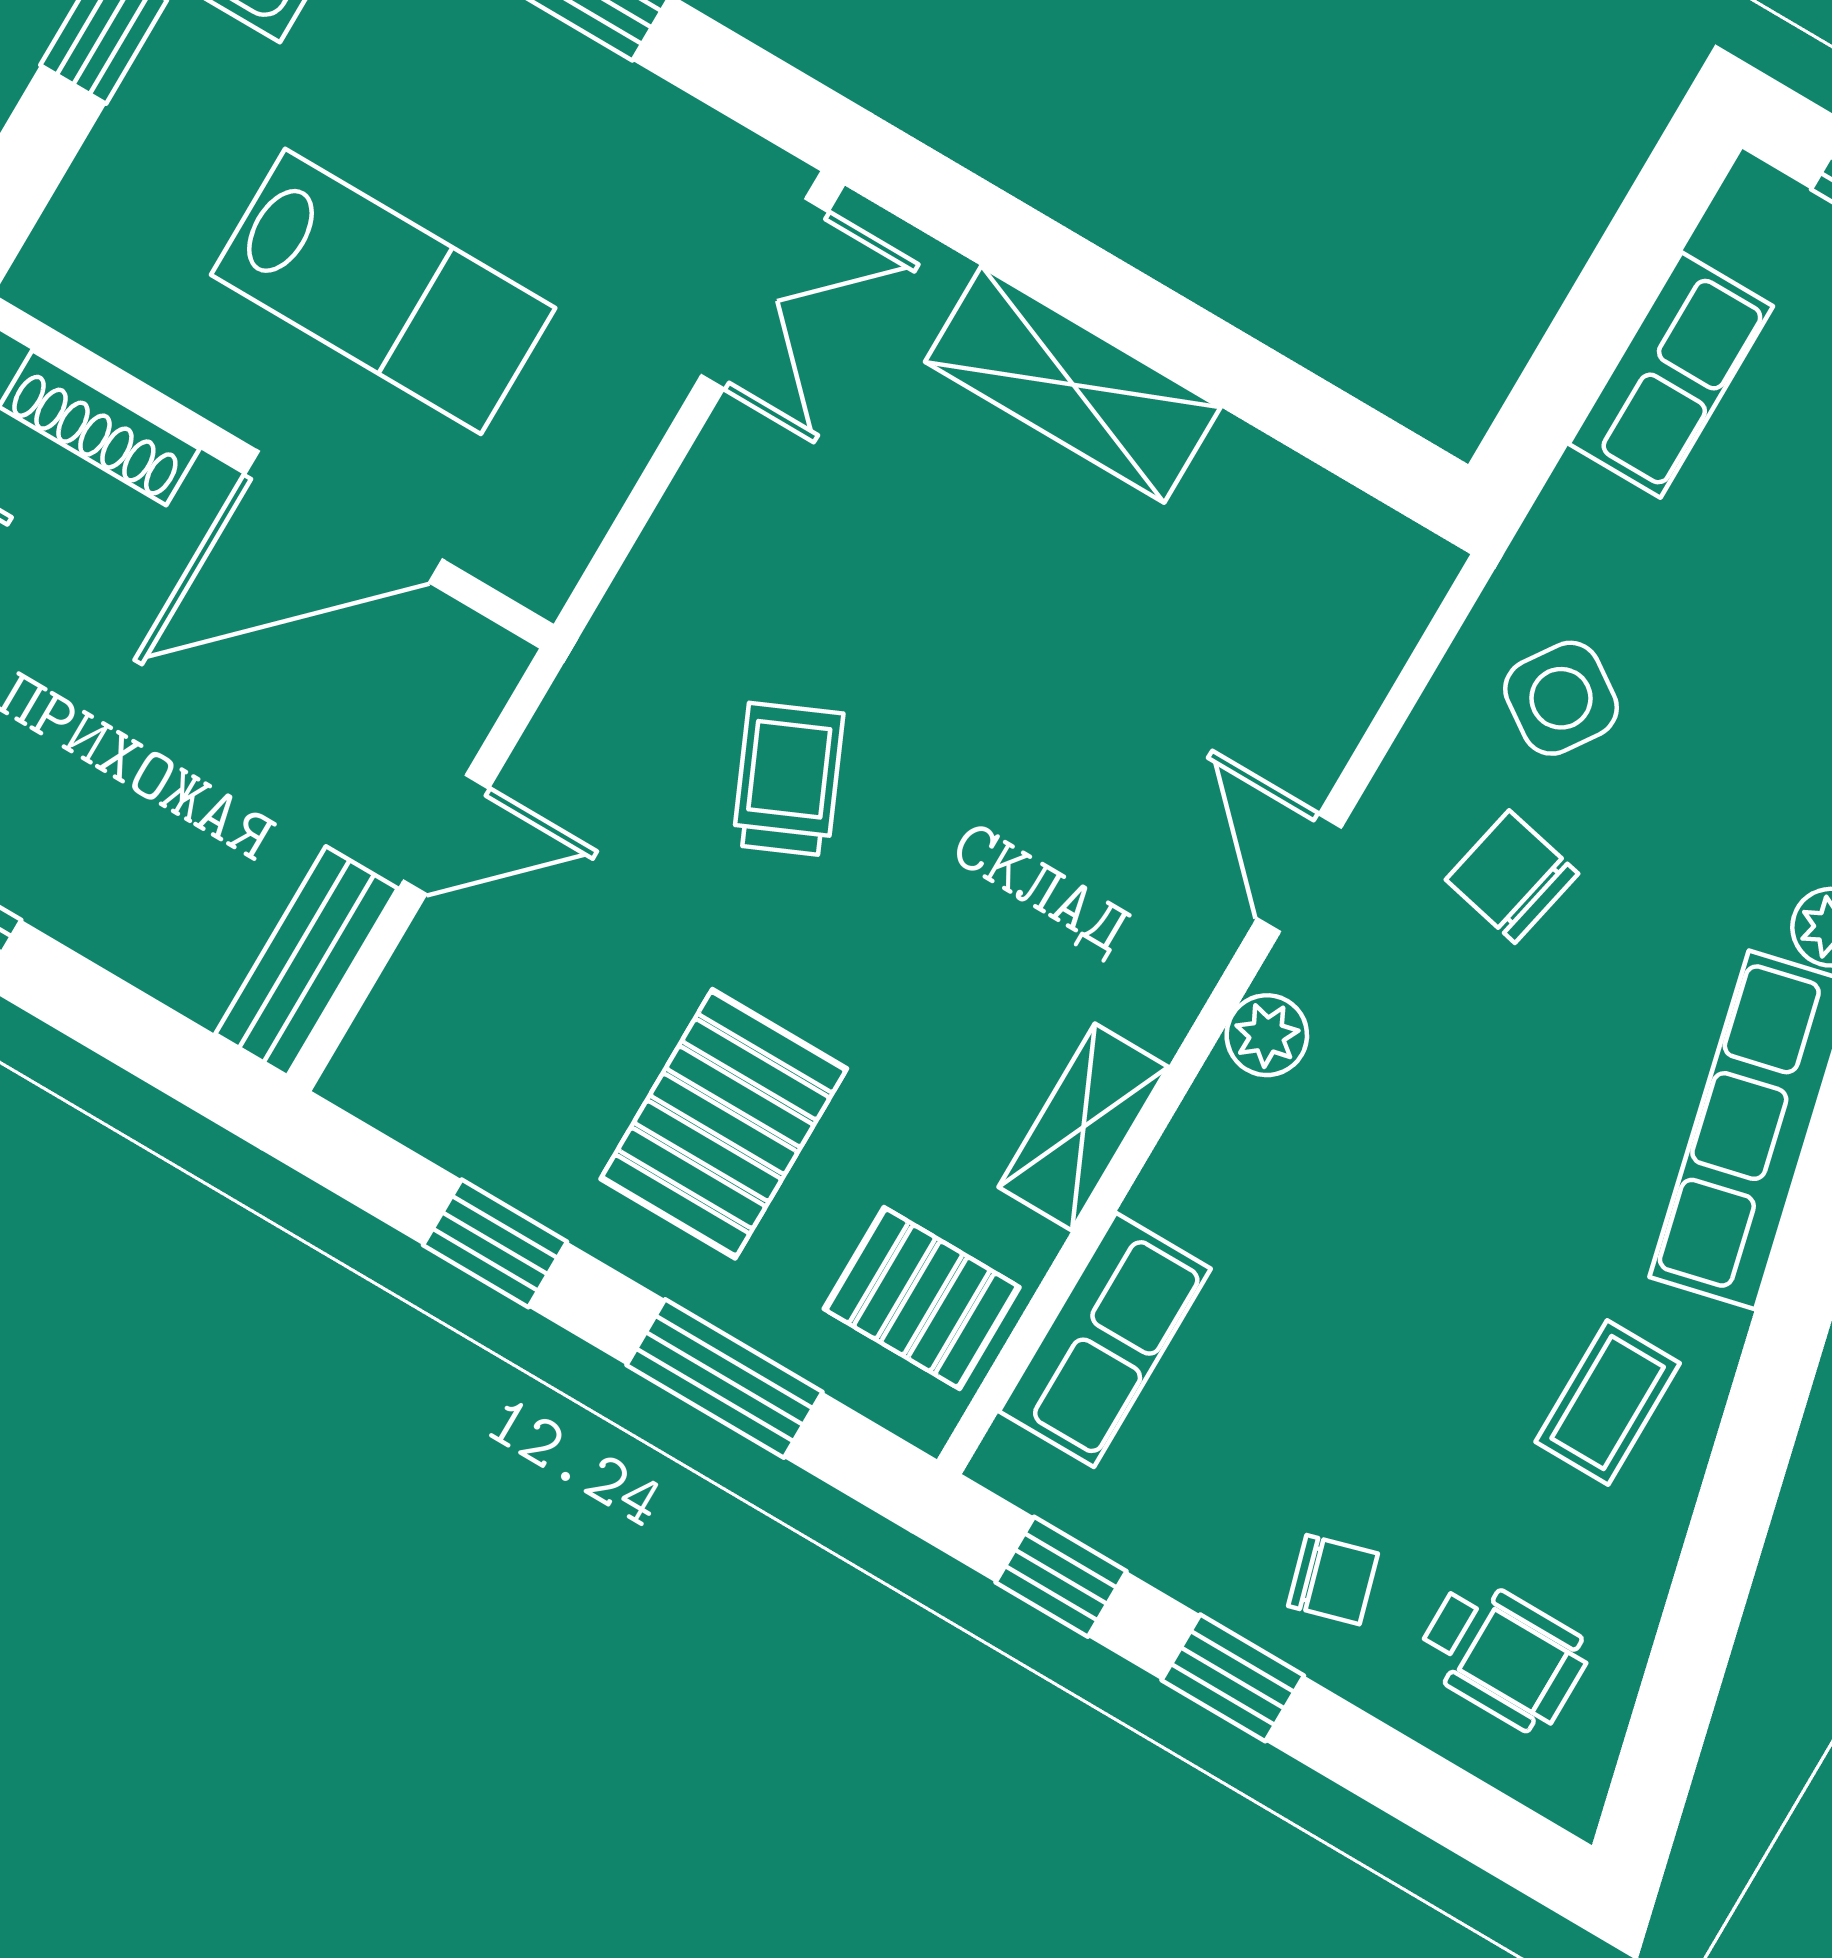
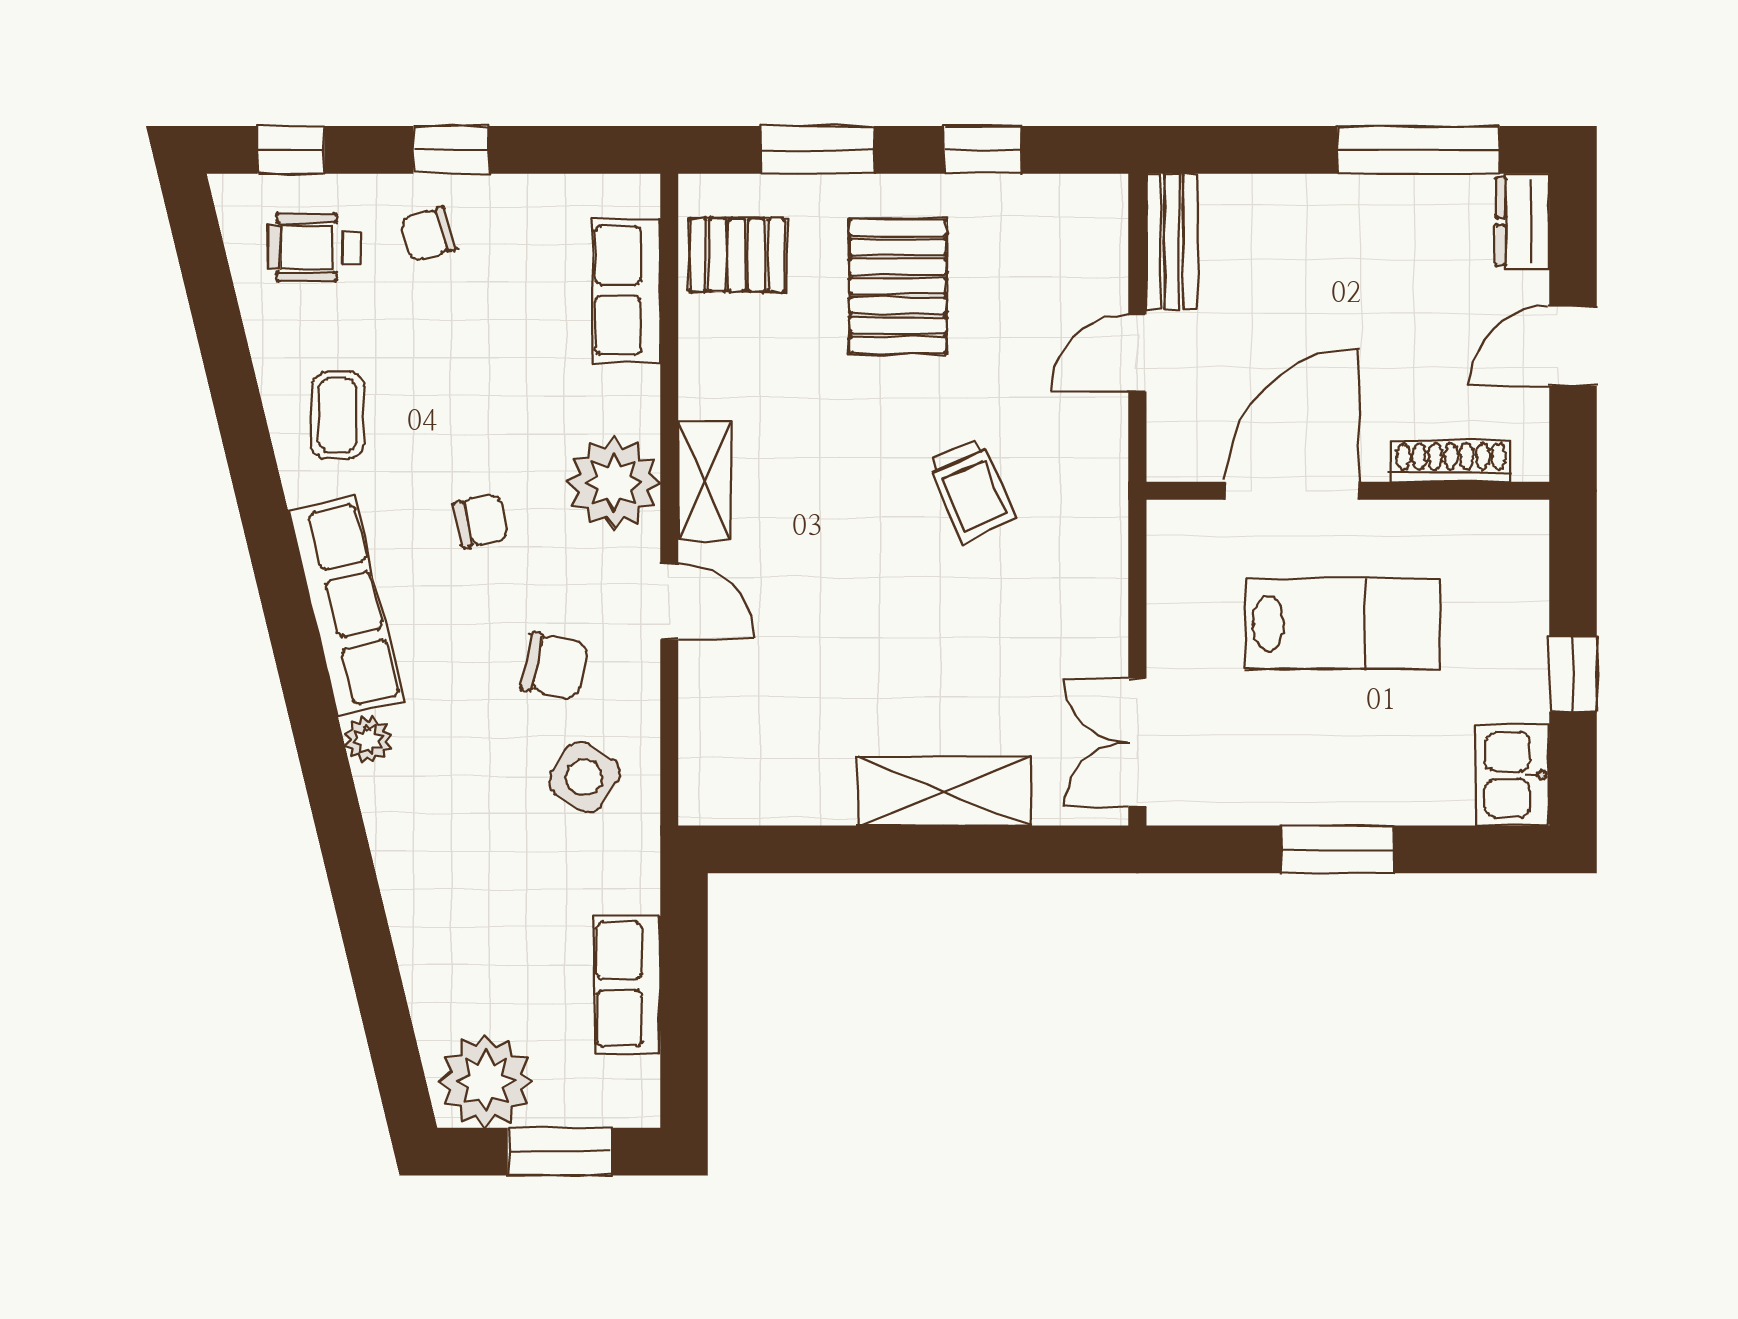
lab bench: (383, 291) -> (1342, 624), turned 180
plant: (1267, 1035) -> (614, 483), width x1.88, depth x1.88
shelving: (1083, 1127) -> (705, 481), moved
chair: (1495, 1139) -> (481, 521), added
window: (1061, 1577) -> (291, 150), moved

